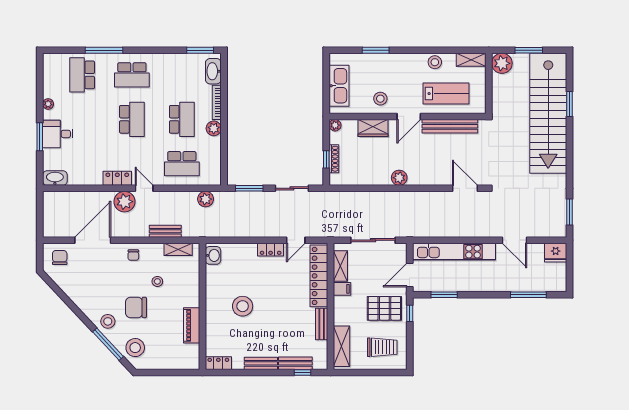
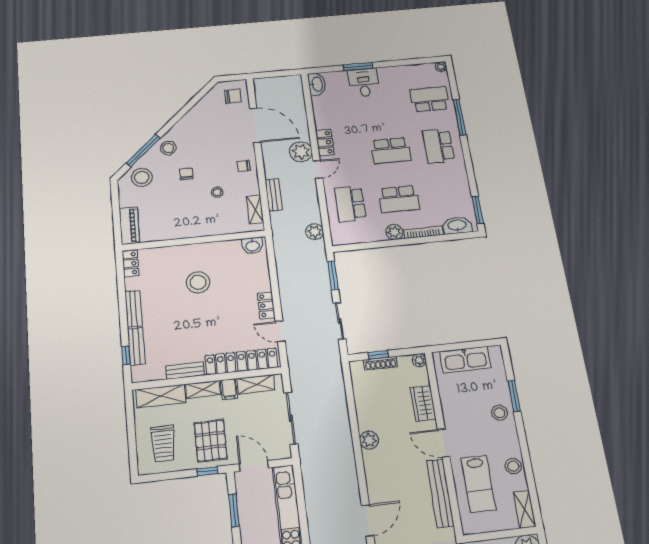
stool: (380, 99) -> (499, 413), moved
plant: (48, 104) -> (441, 67), moved
chair: (136, 307) -> (186, 174), width x0.54, depth x0.54
shelving: (340, 311) -> (203, 389), added
piano: (192, 325) -> (129, 226), moved, turned 90

